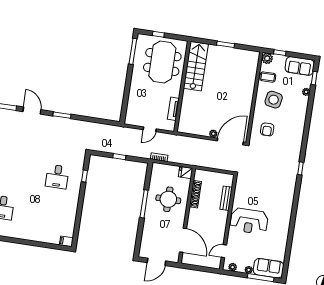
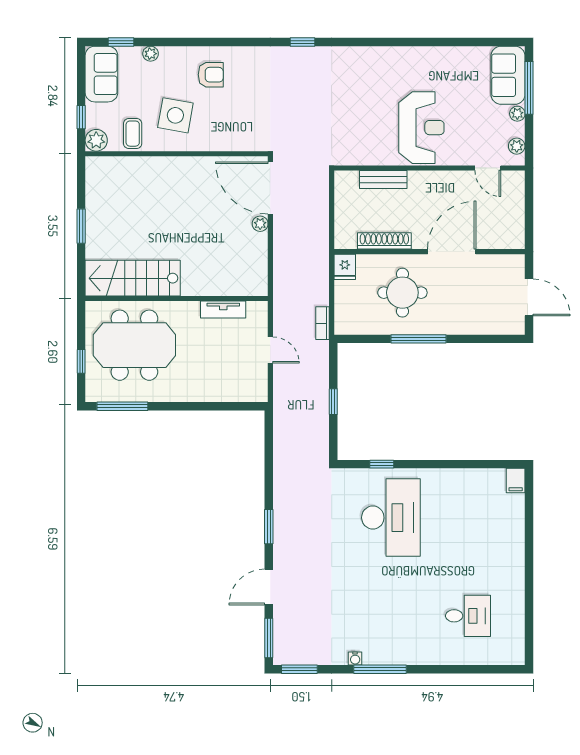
armchair: (267, 129) -> (211, 75), moved
desk: (57, 177) -> (391, 518), width x1.87, depth x1.30
door: (183, 240) -> (452, 252), moved

